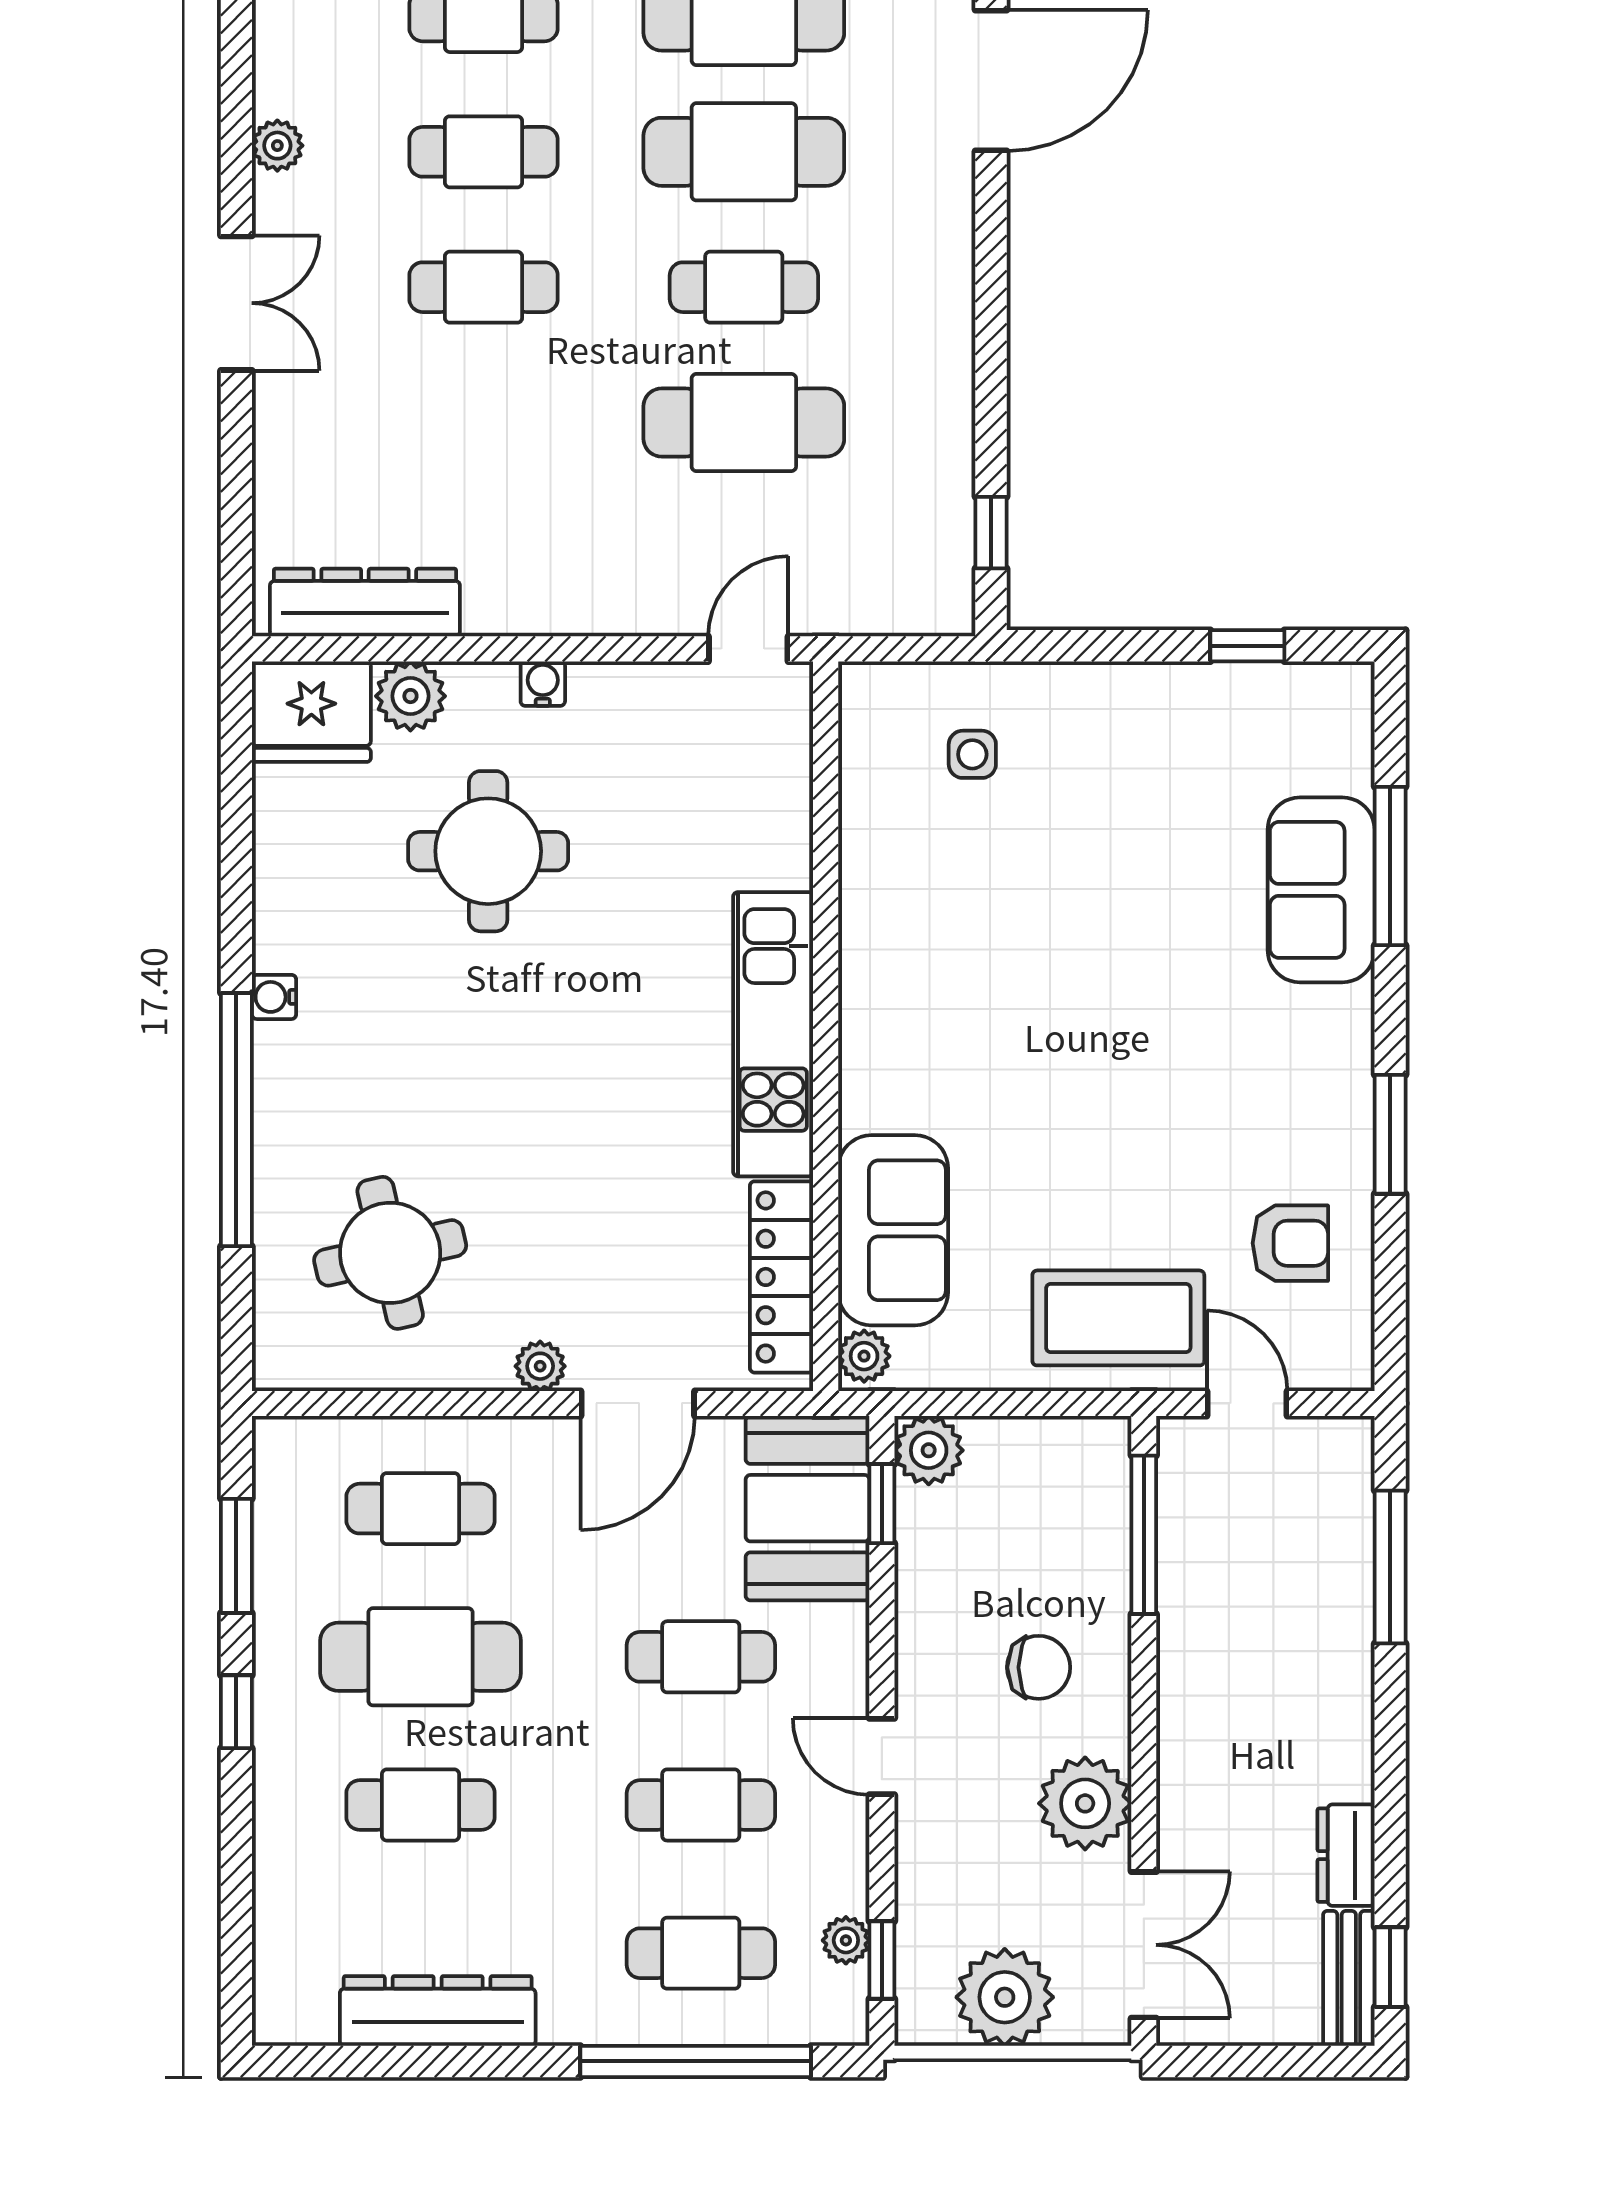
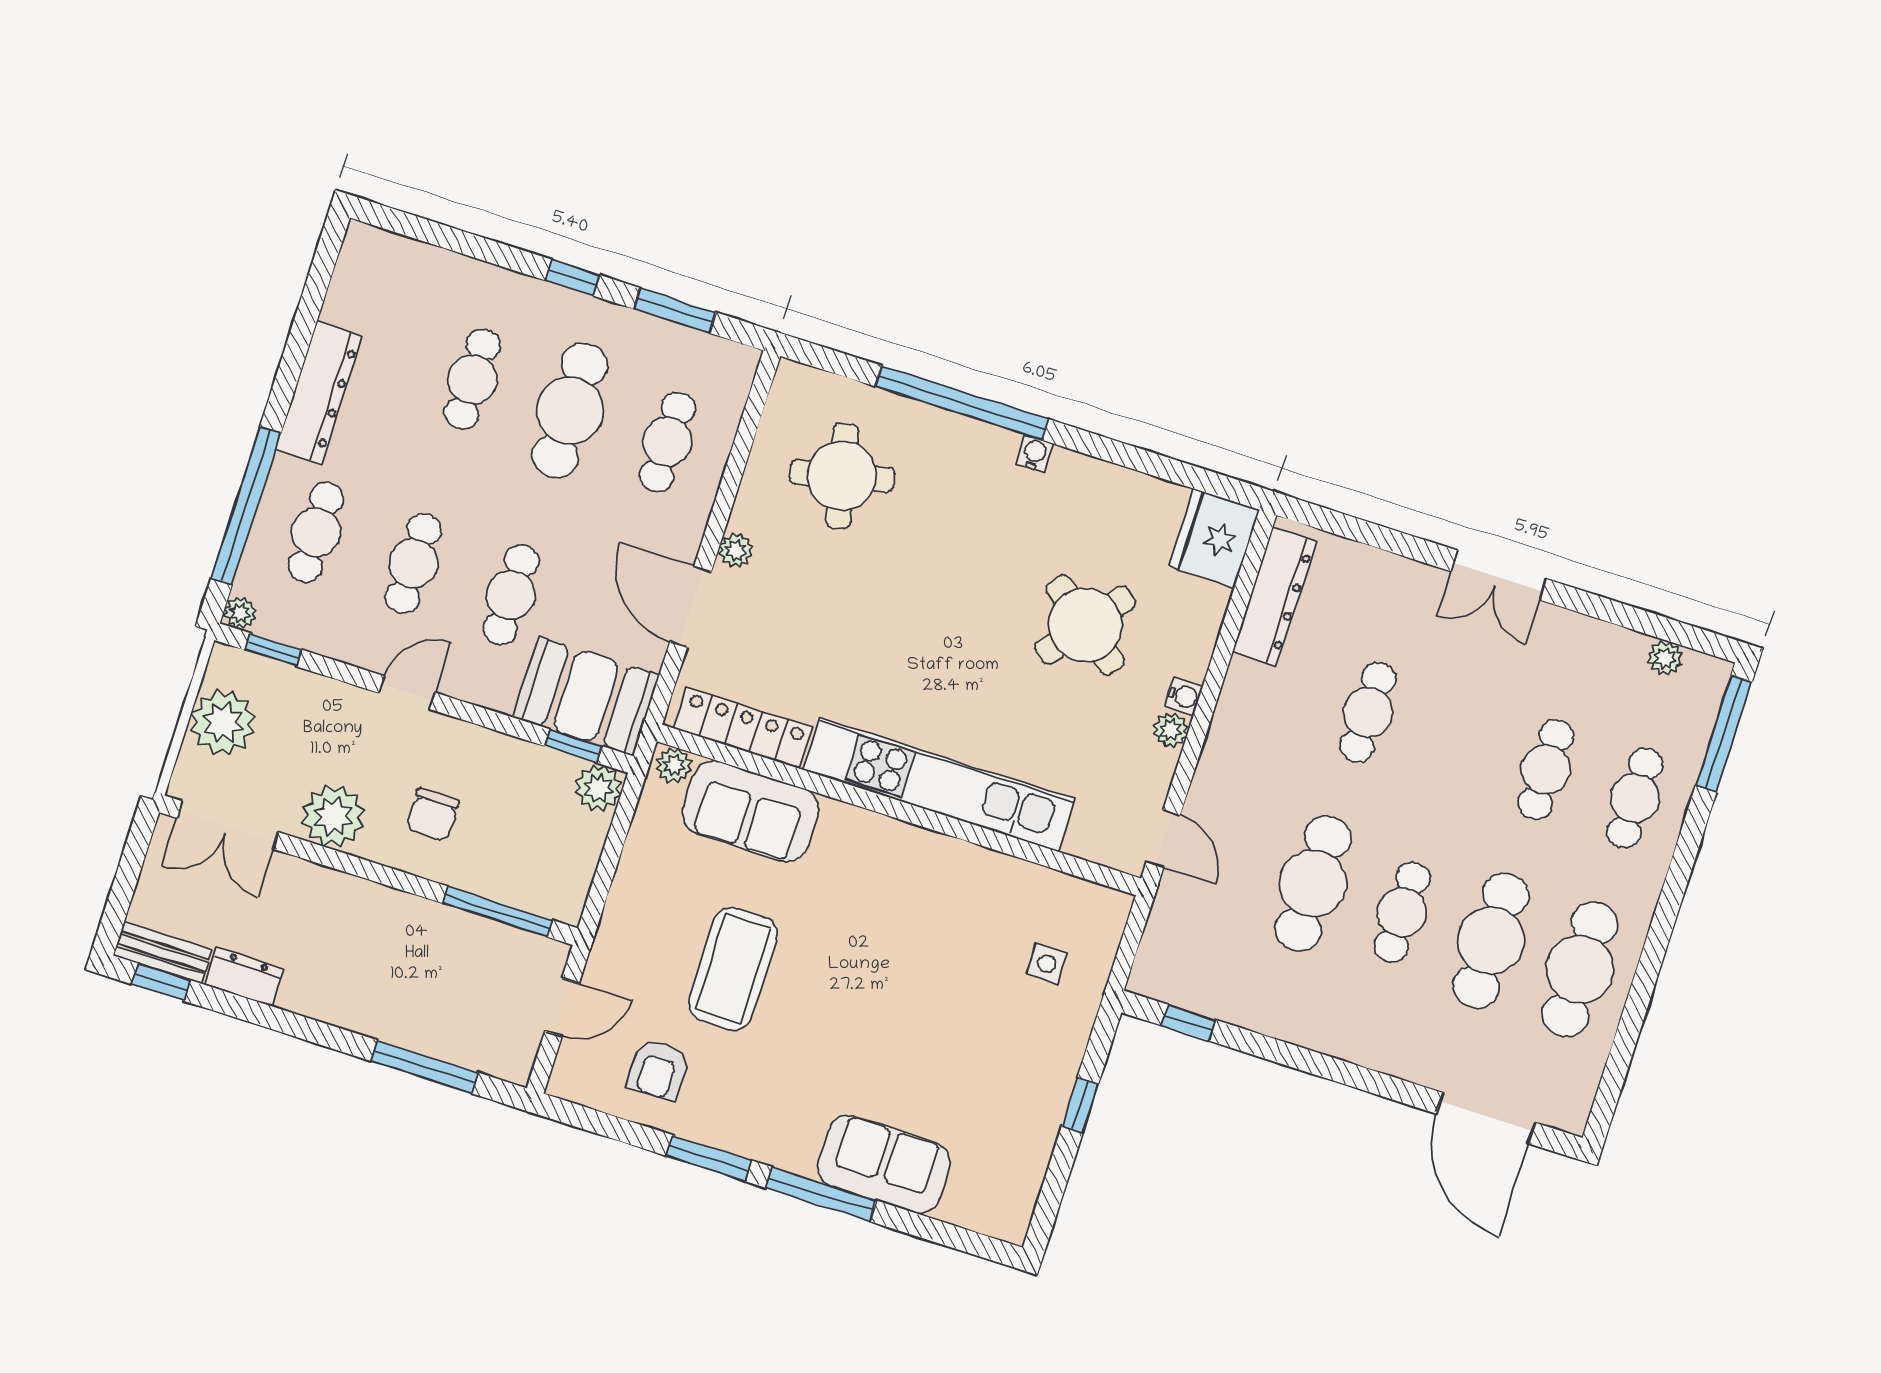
plant: (277, 146) -> (1665, 658), moved
cafe table: (484, 287) -> (1368, 712), moved
window: (1247, 646) -> (1080, 1105), moved
plant: (410, 696) -> (1171, 730), moved, width x0.73, depth x0.73
round table: (488, 851) -> (1085, 625), turned 38
window: (1390, 866) -> (821, 1194), moved
kitchen unit: (773, 1034) -> (939, 785), width x1.36
coffee table: (1118, 1318) -> (733, 969), moved
plant: (846, 1940) -> (240, 613), moved
dresser: (438, 2011) -> (319, 393), moved

